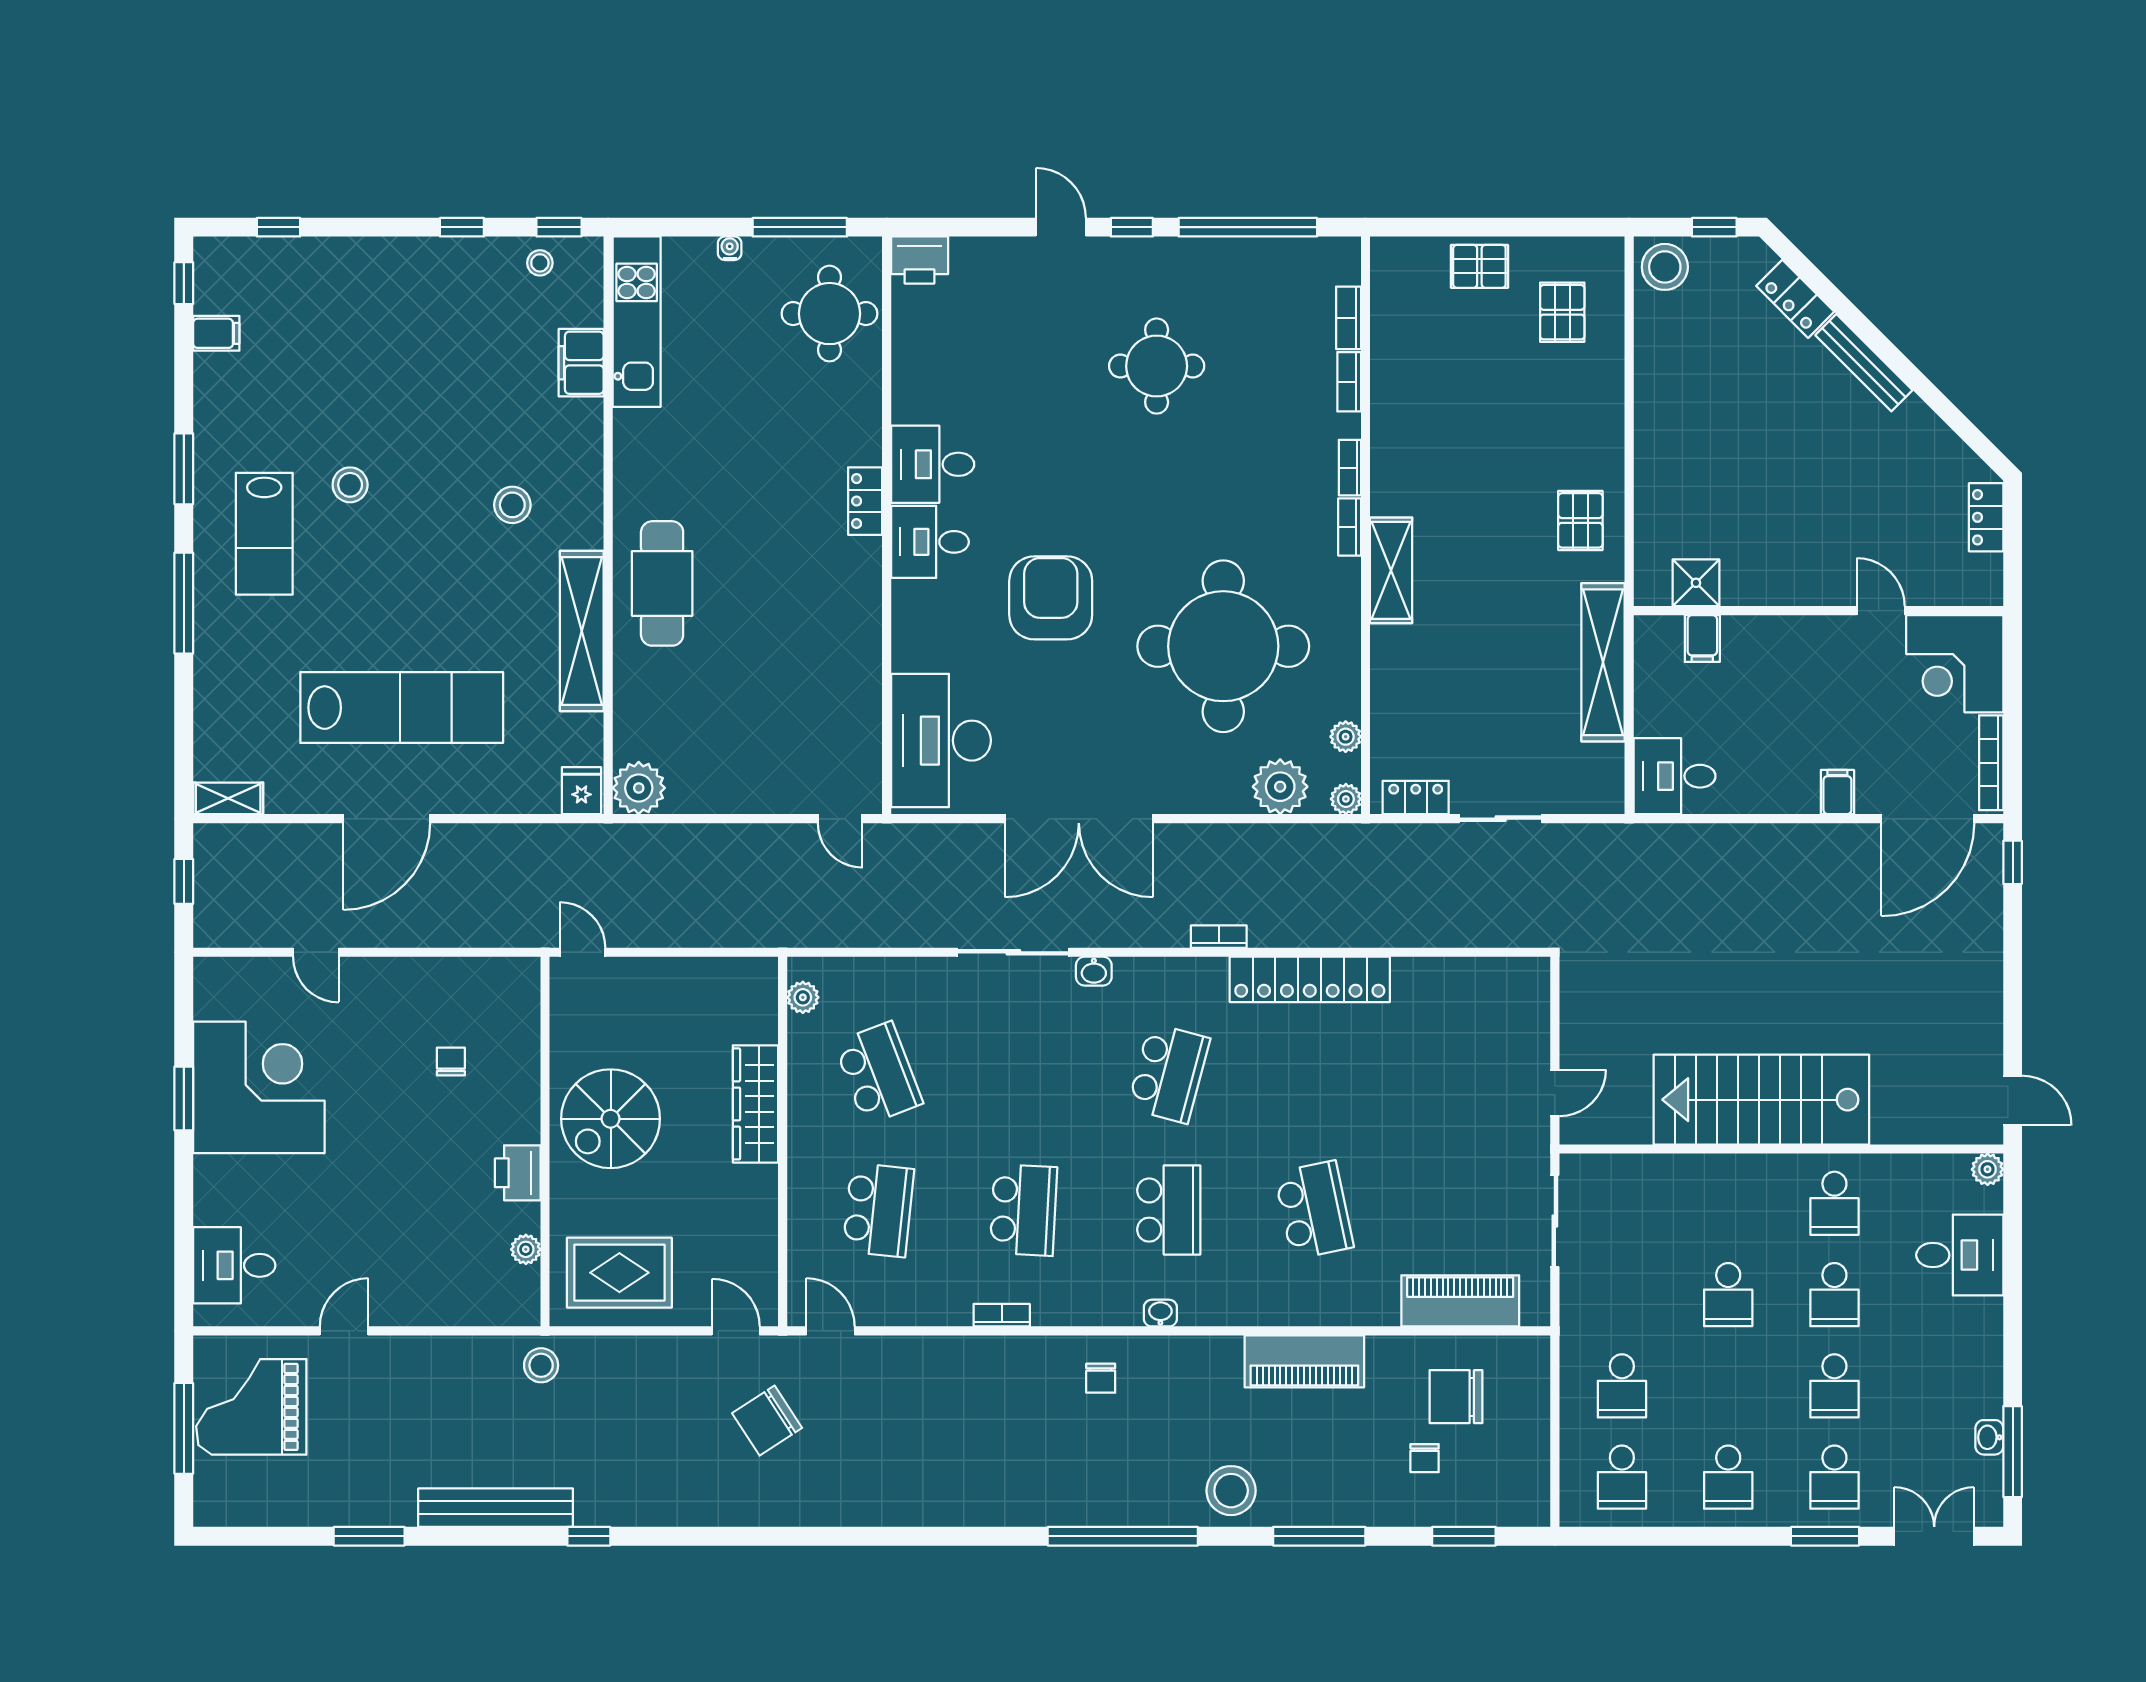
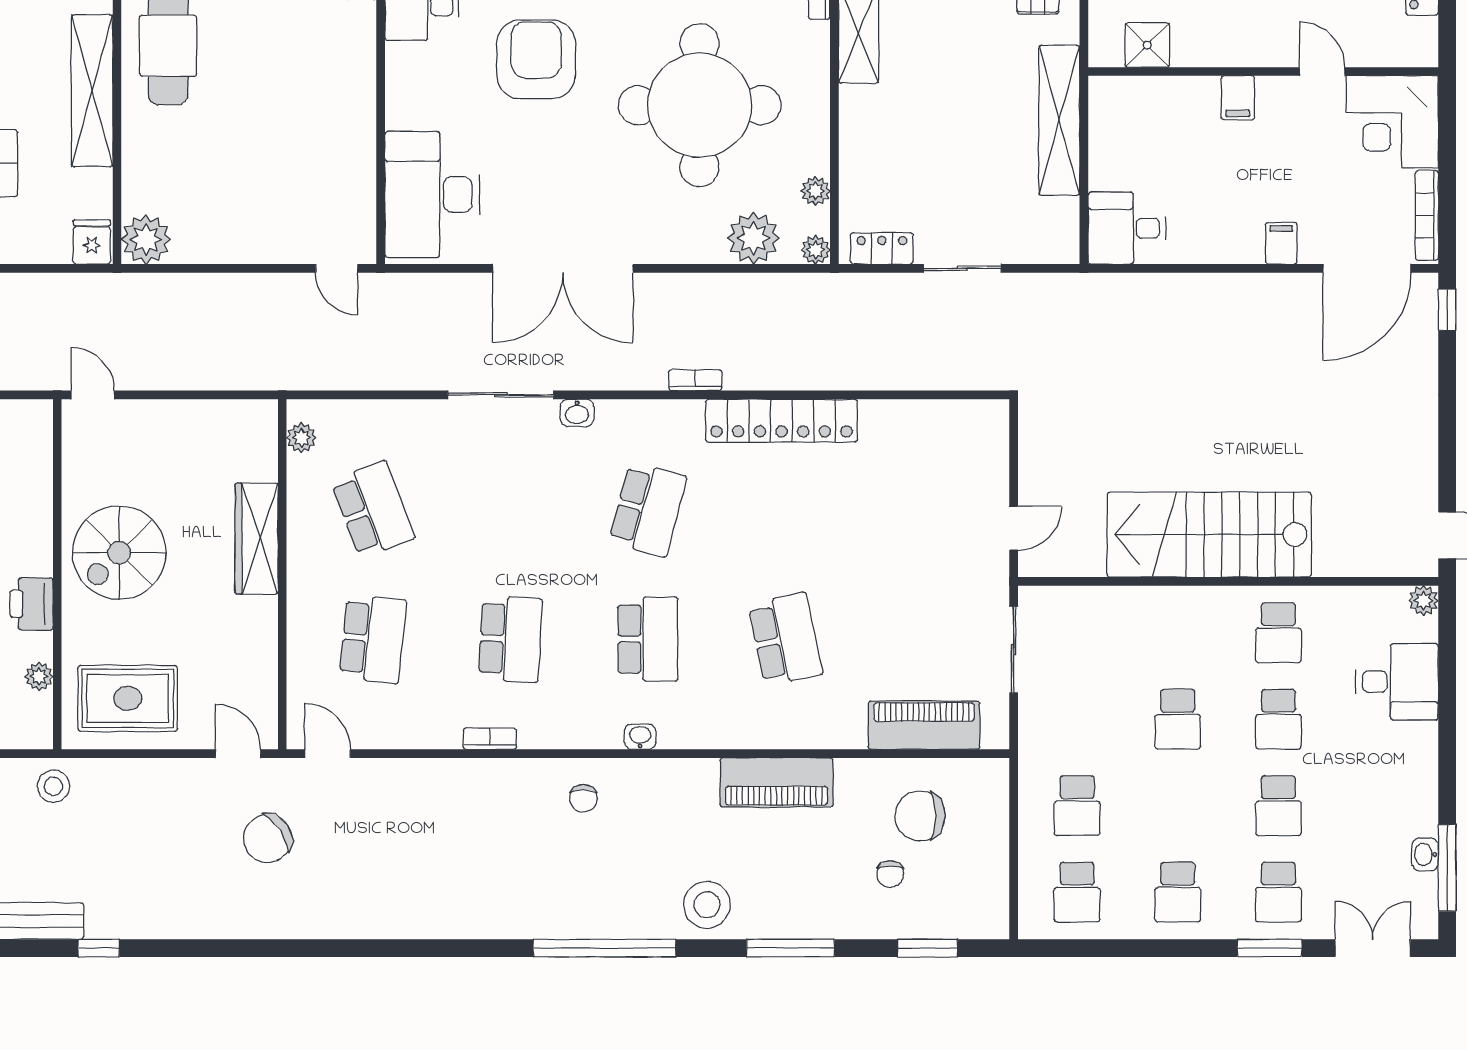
filing cabinet: (1702, 639) -> (1238, 98), moved

